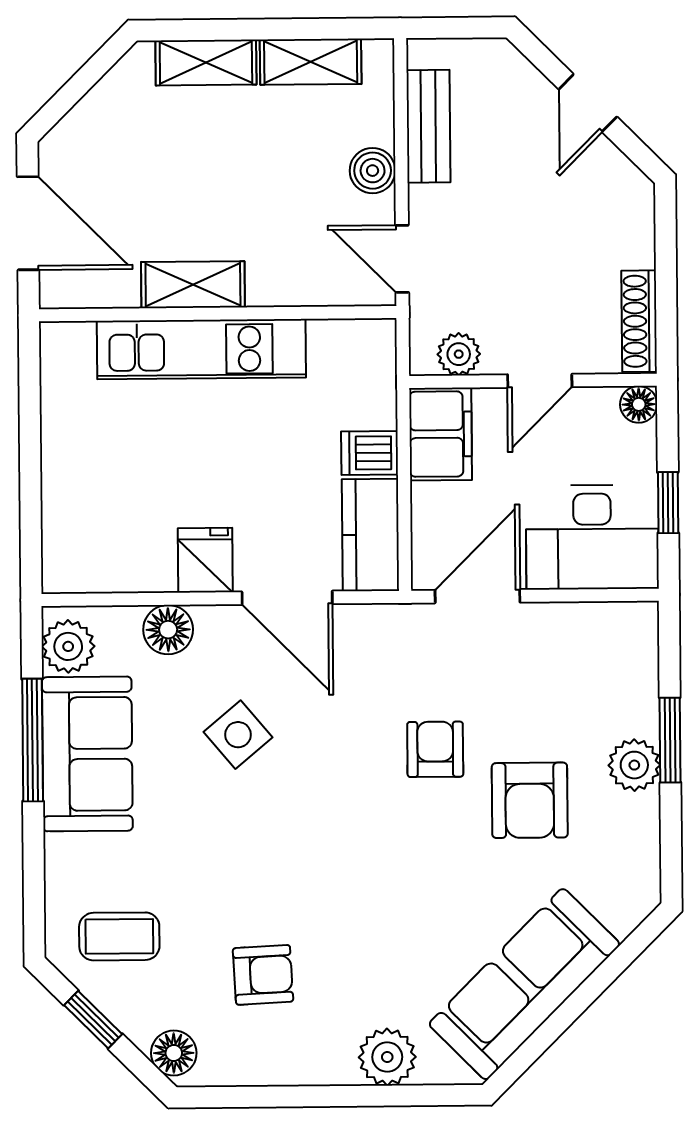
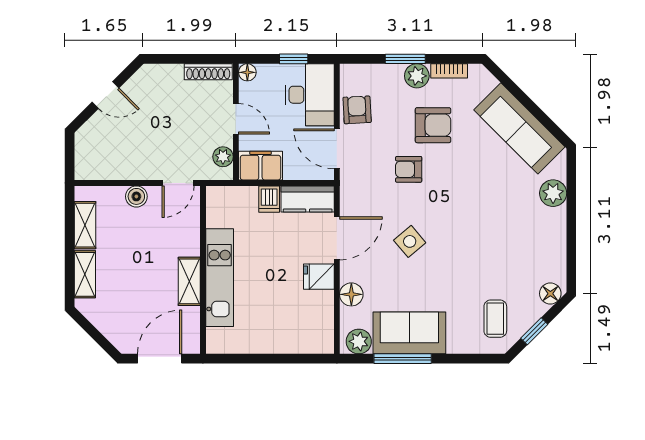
bench: (428, 126) -> (116, 170), removed
side table: (238, 735) -> (410, 241), moved
bookcase: (645, 834) -> (449, 71), added
armchair: (263, 975) -> (357, 110), moved

